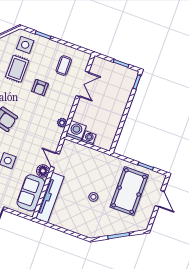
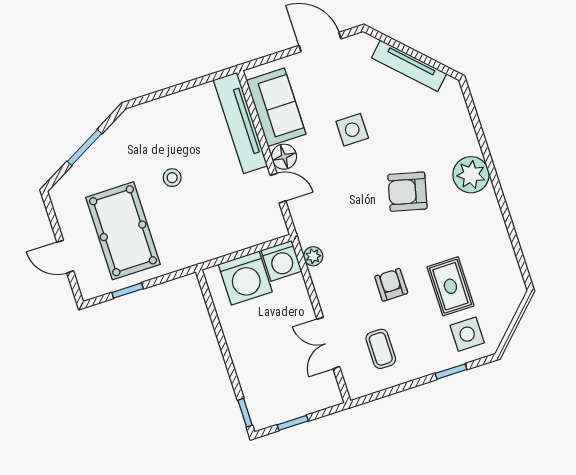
washing machine: (89, 138) -> (245, 278), width x1.89, depth x1.89

